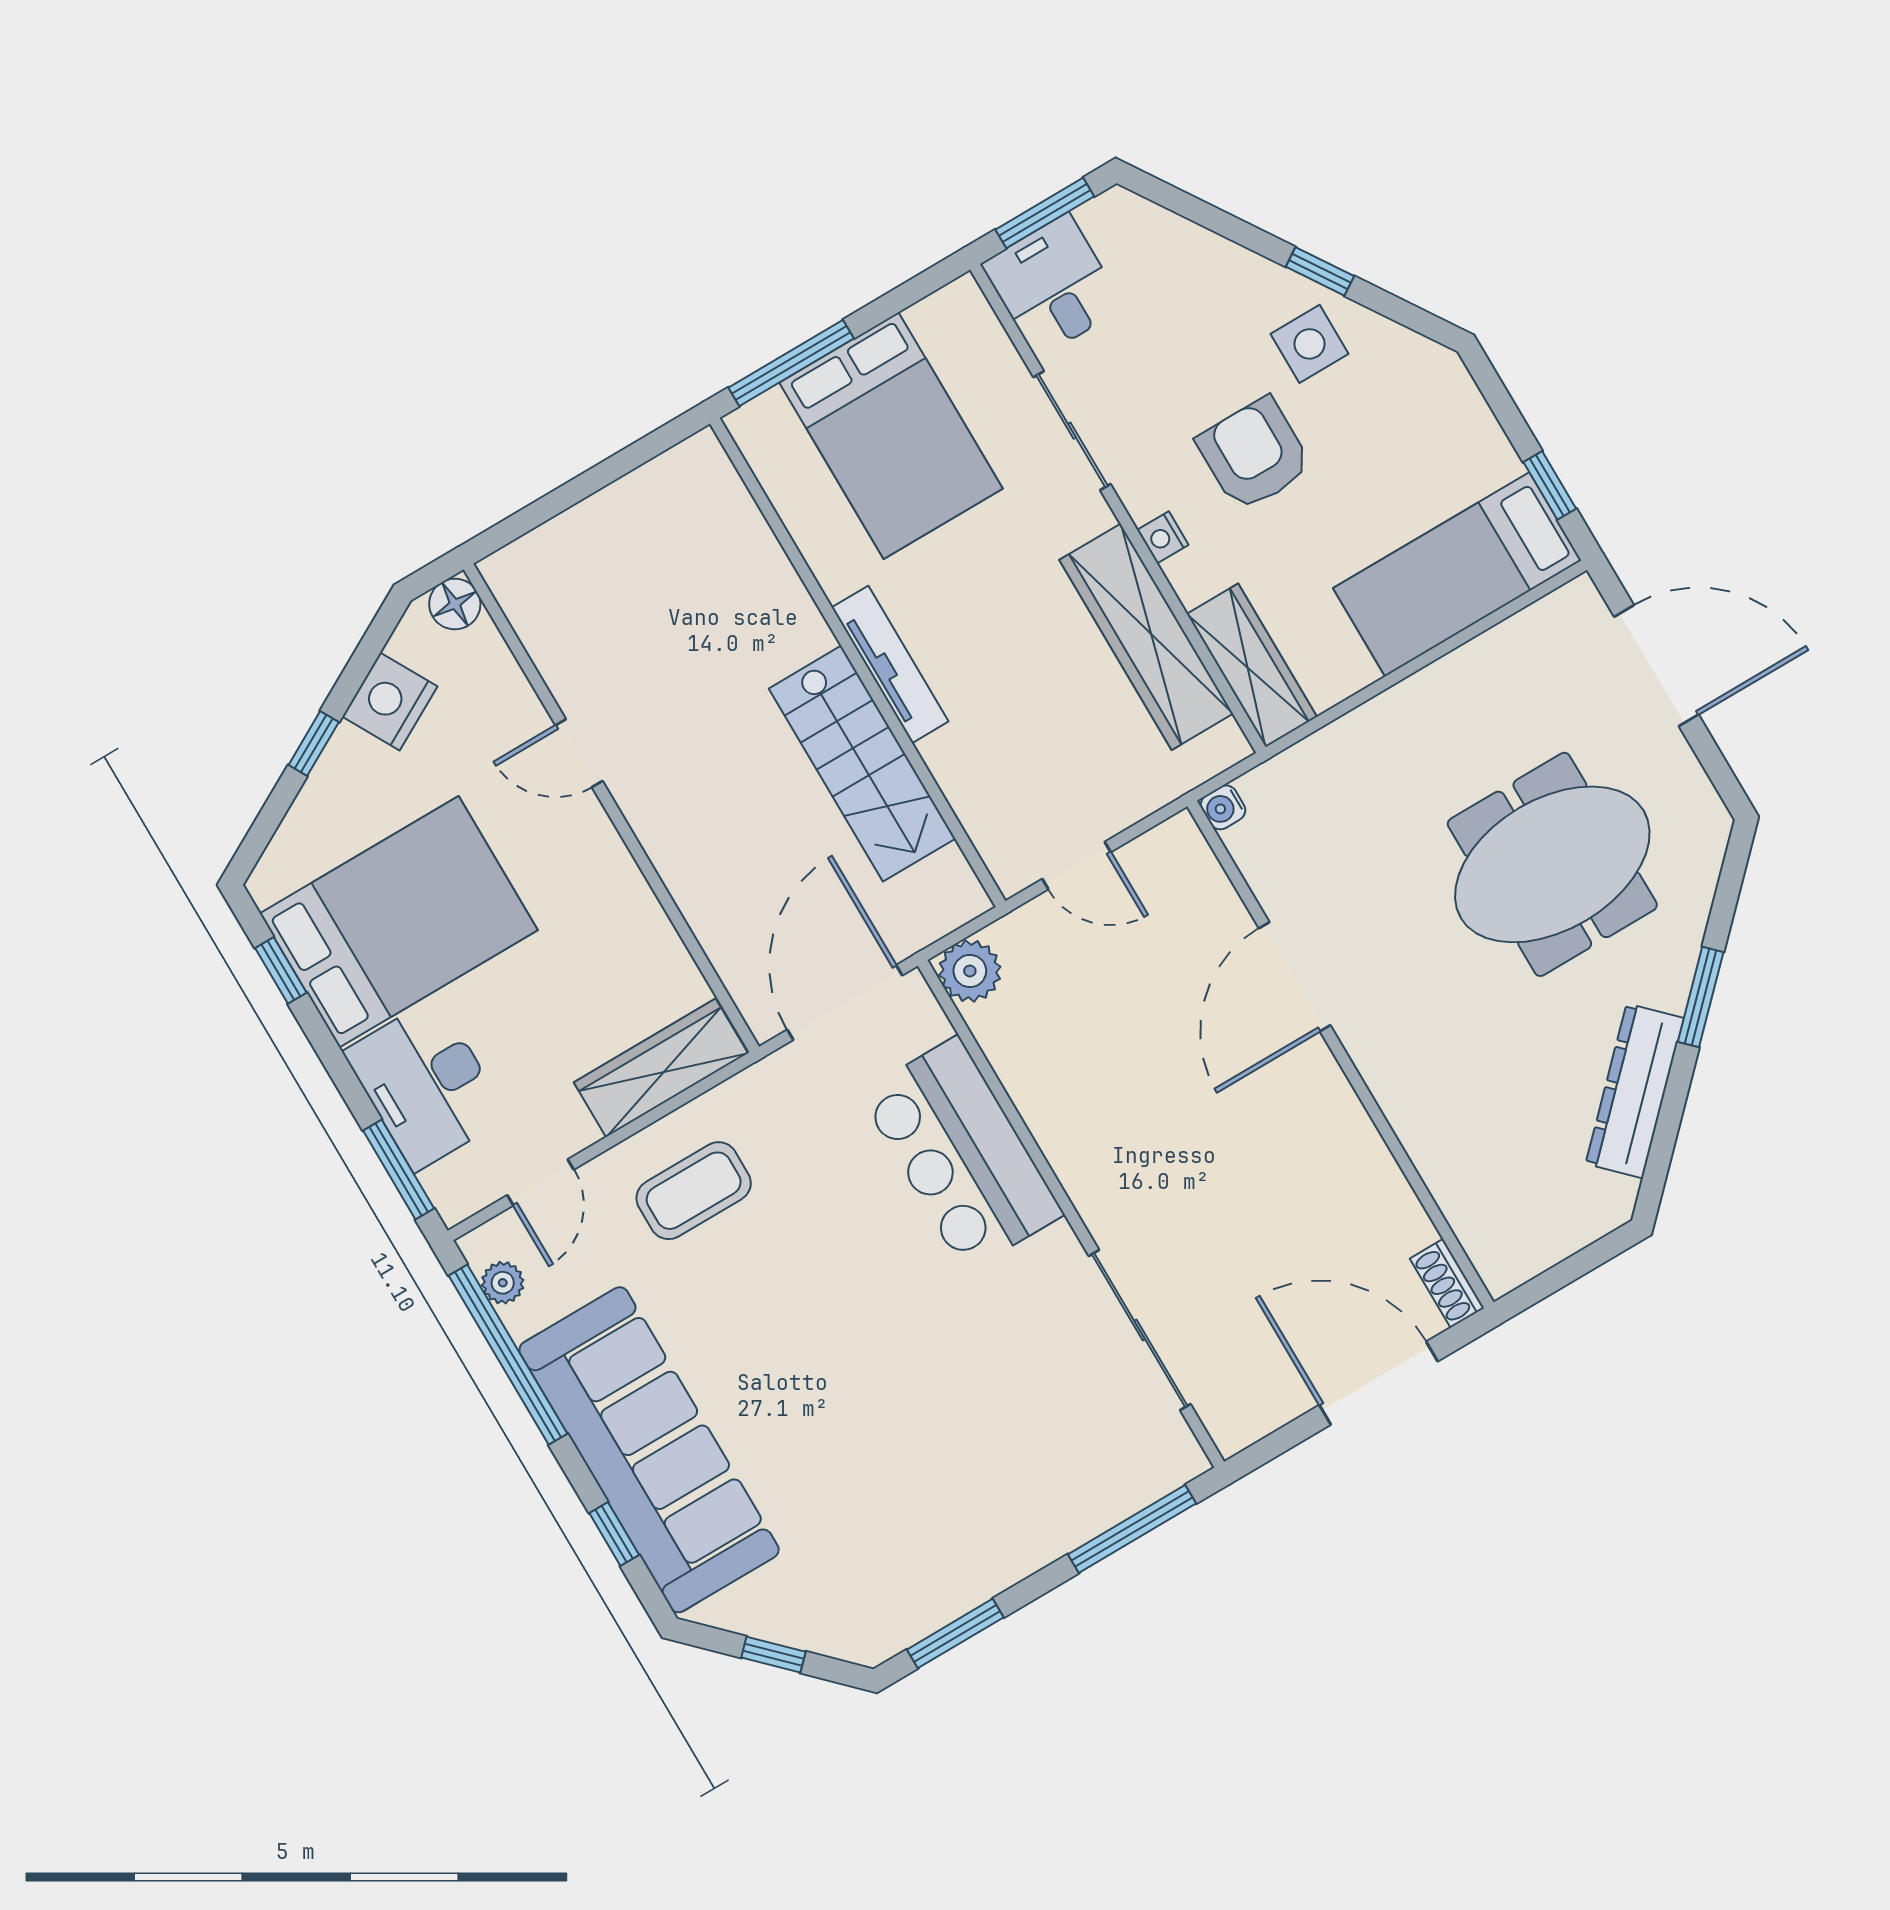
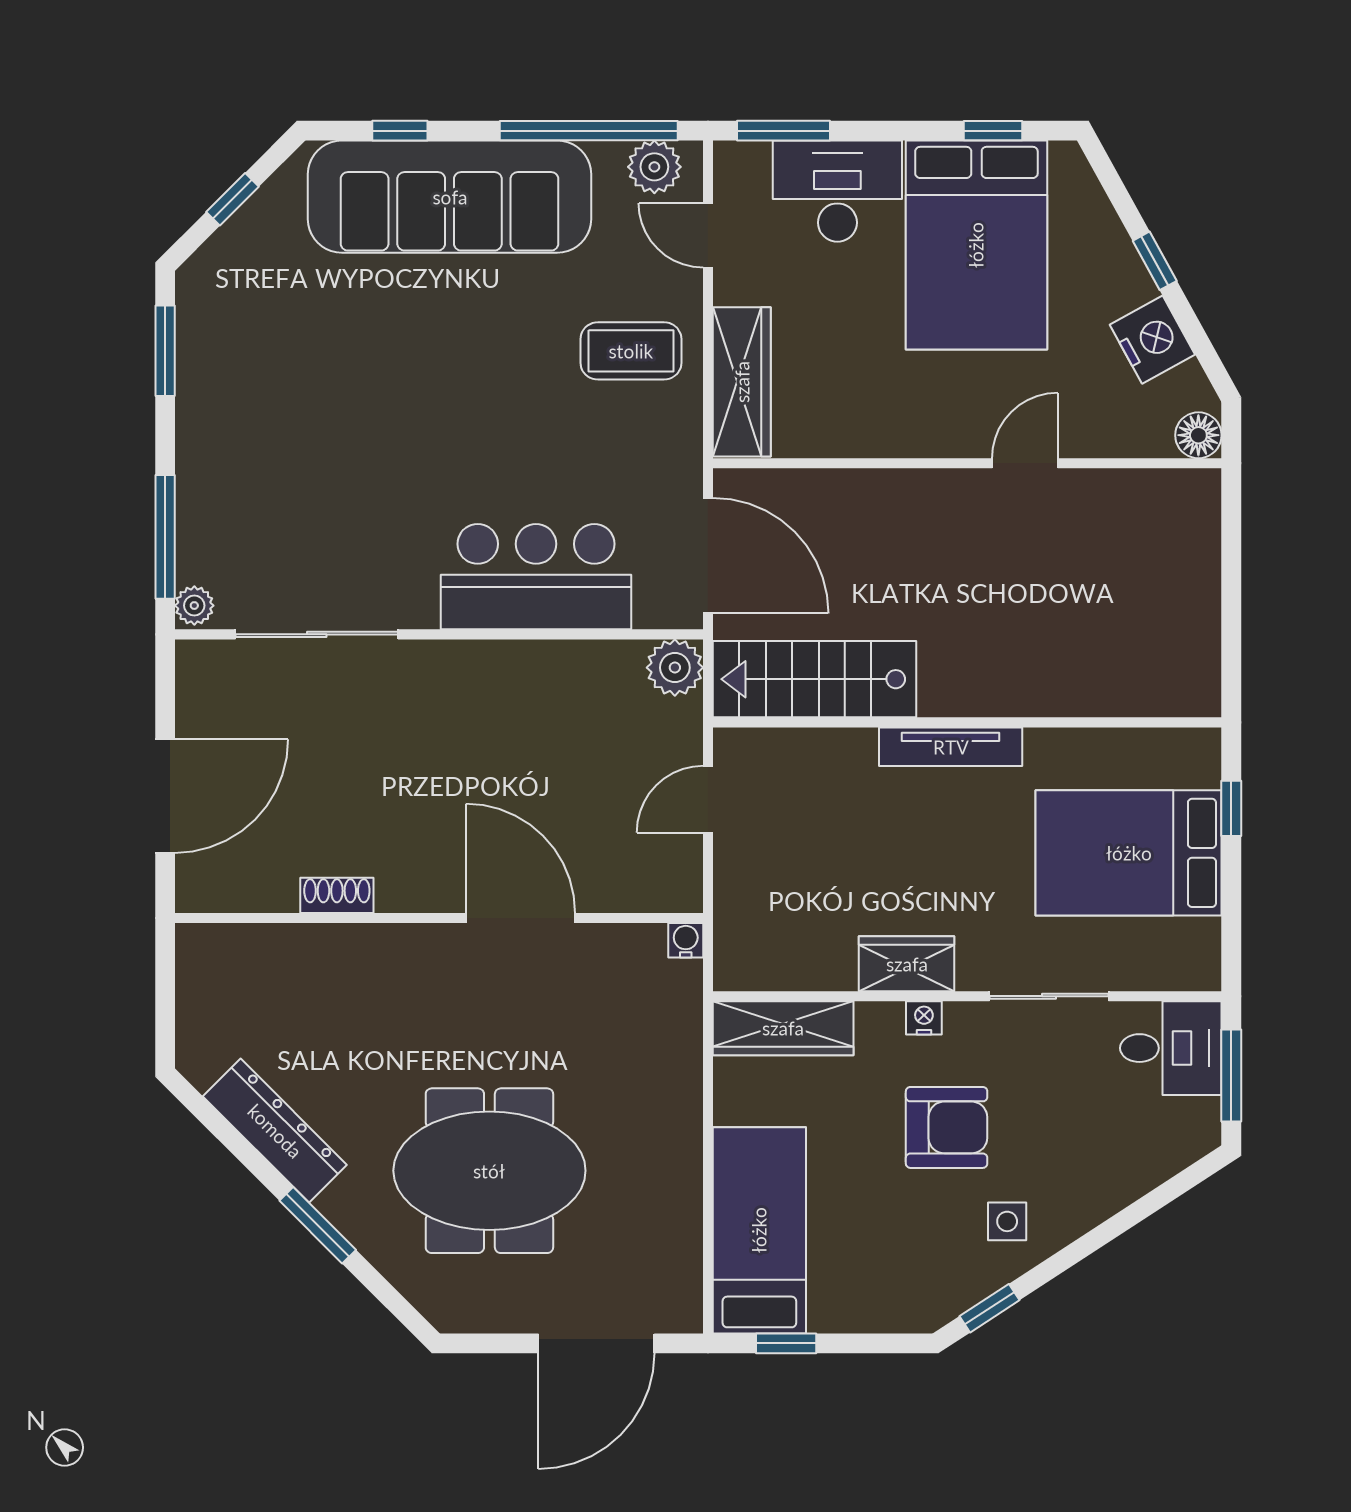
window: (1320, 271) -> (989, 1308), moved
side table: (1310, 344) -> (1007, 1221), width x0.73, depth x0.73
window: (791, 363) -> (1231, 808), width x0.46
wardrobe: (1146, 637) -> (907, 964), width x0.48, depth x0.85
stairs: (862, 764) -> (814, 679), moved
meeting table: (1552, 864) -> (489, 1171), turned 90
coffee table: (694, 1191) -> (631, 351), turned 90
plant: (503, 1283) -> (654, 167), width x1.38, depth x1.38
shoe rack: (1447, 1283) -> (337, 895), moved
plant: (1181, 1463) -> (194, 606), added

